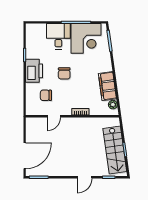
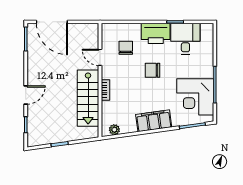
desk: (58, 36) -> (185, 39), moved, turned -90
filing cabinet: (107, 86) -> (154, 121), moved
stairs: (115, 150) -> (88, 98), moved, turned -82
door: (84, 177) -> (26, 95), swing flipped

